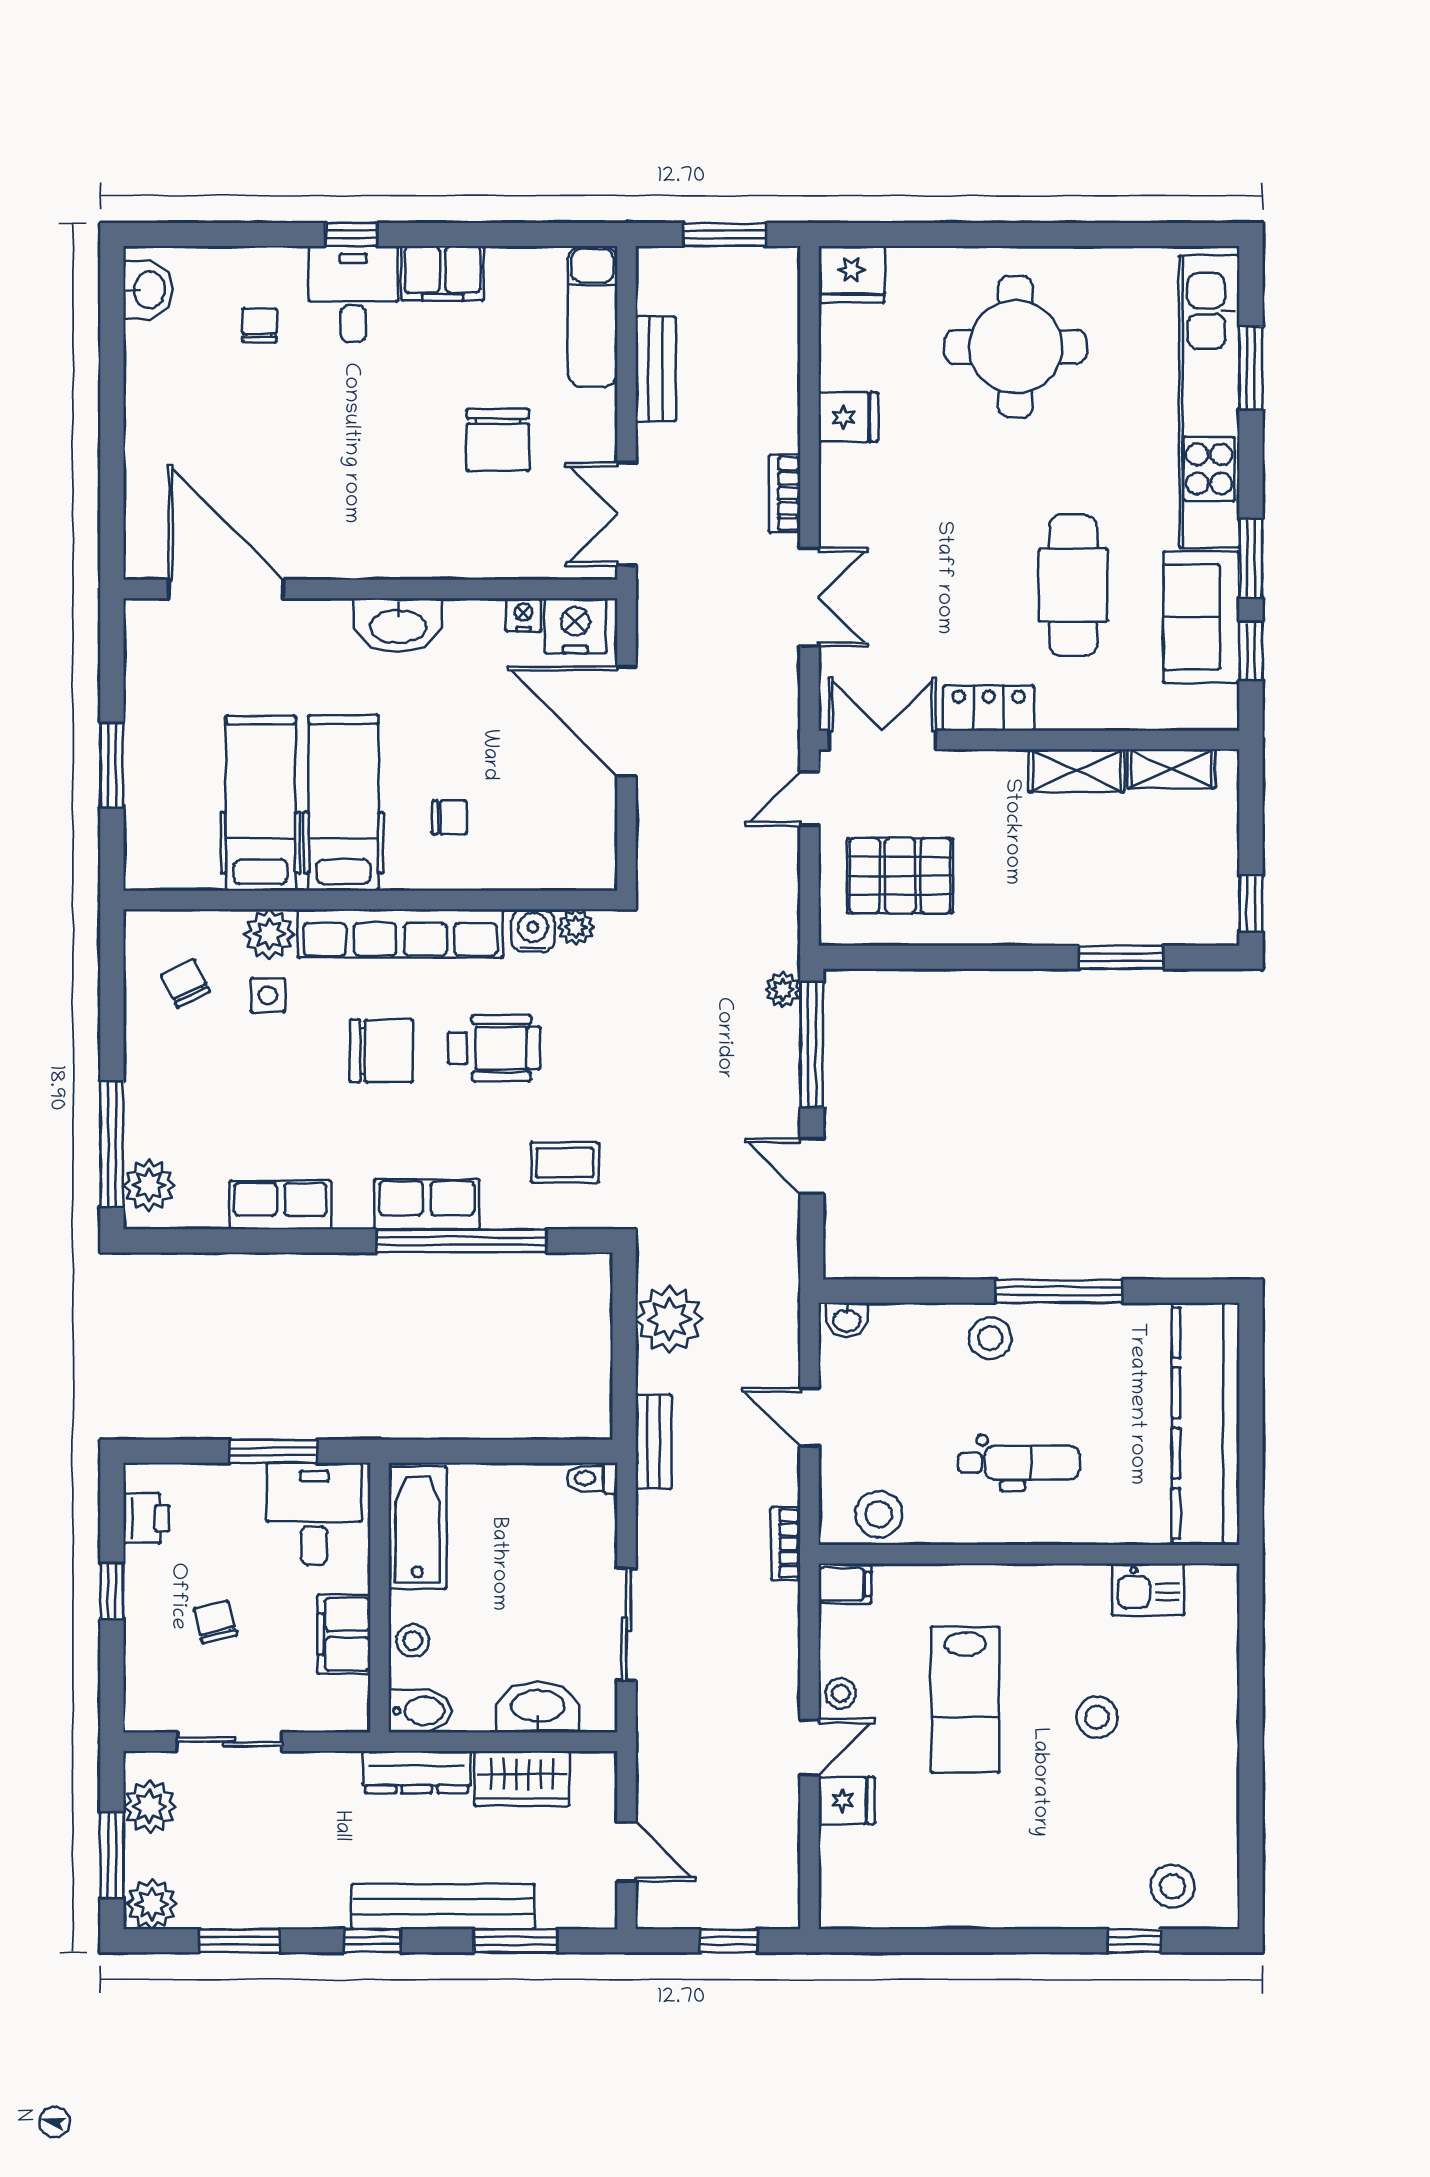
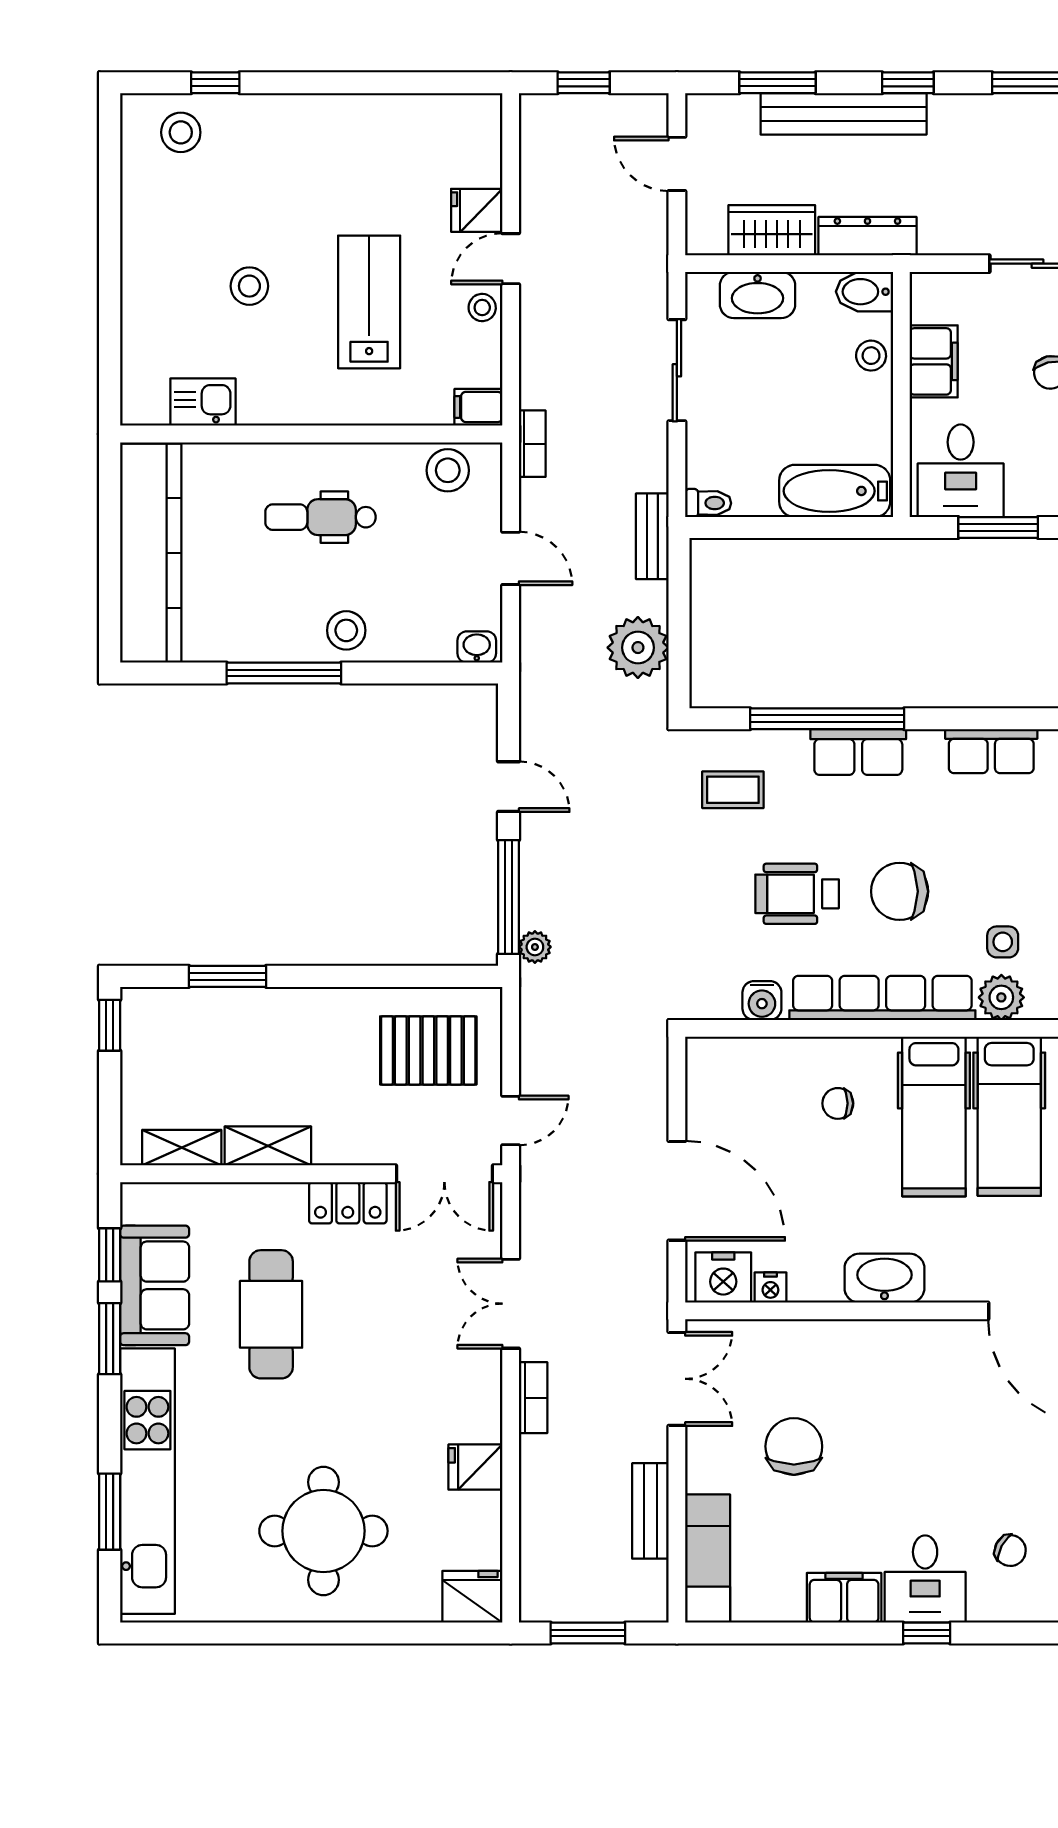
chair: (259, 325) -> (1010, 1551), turned -62
plant: (576, 927) -> (723, 1004), removed
bathtub: (417, 1528) -> (835, 491), moved, turned 90

